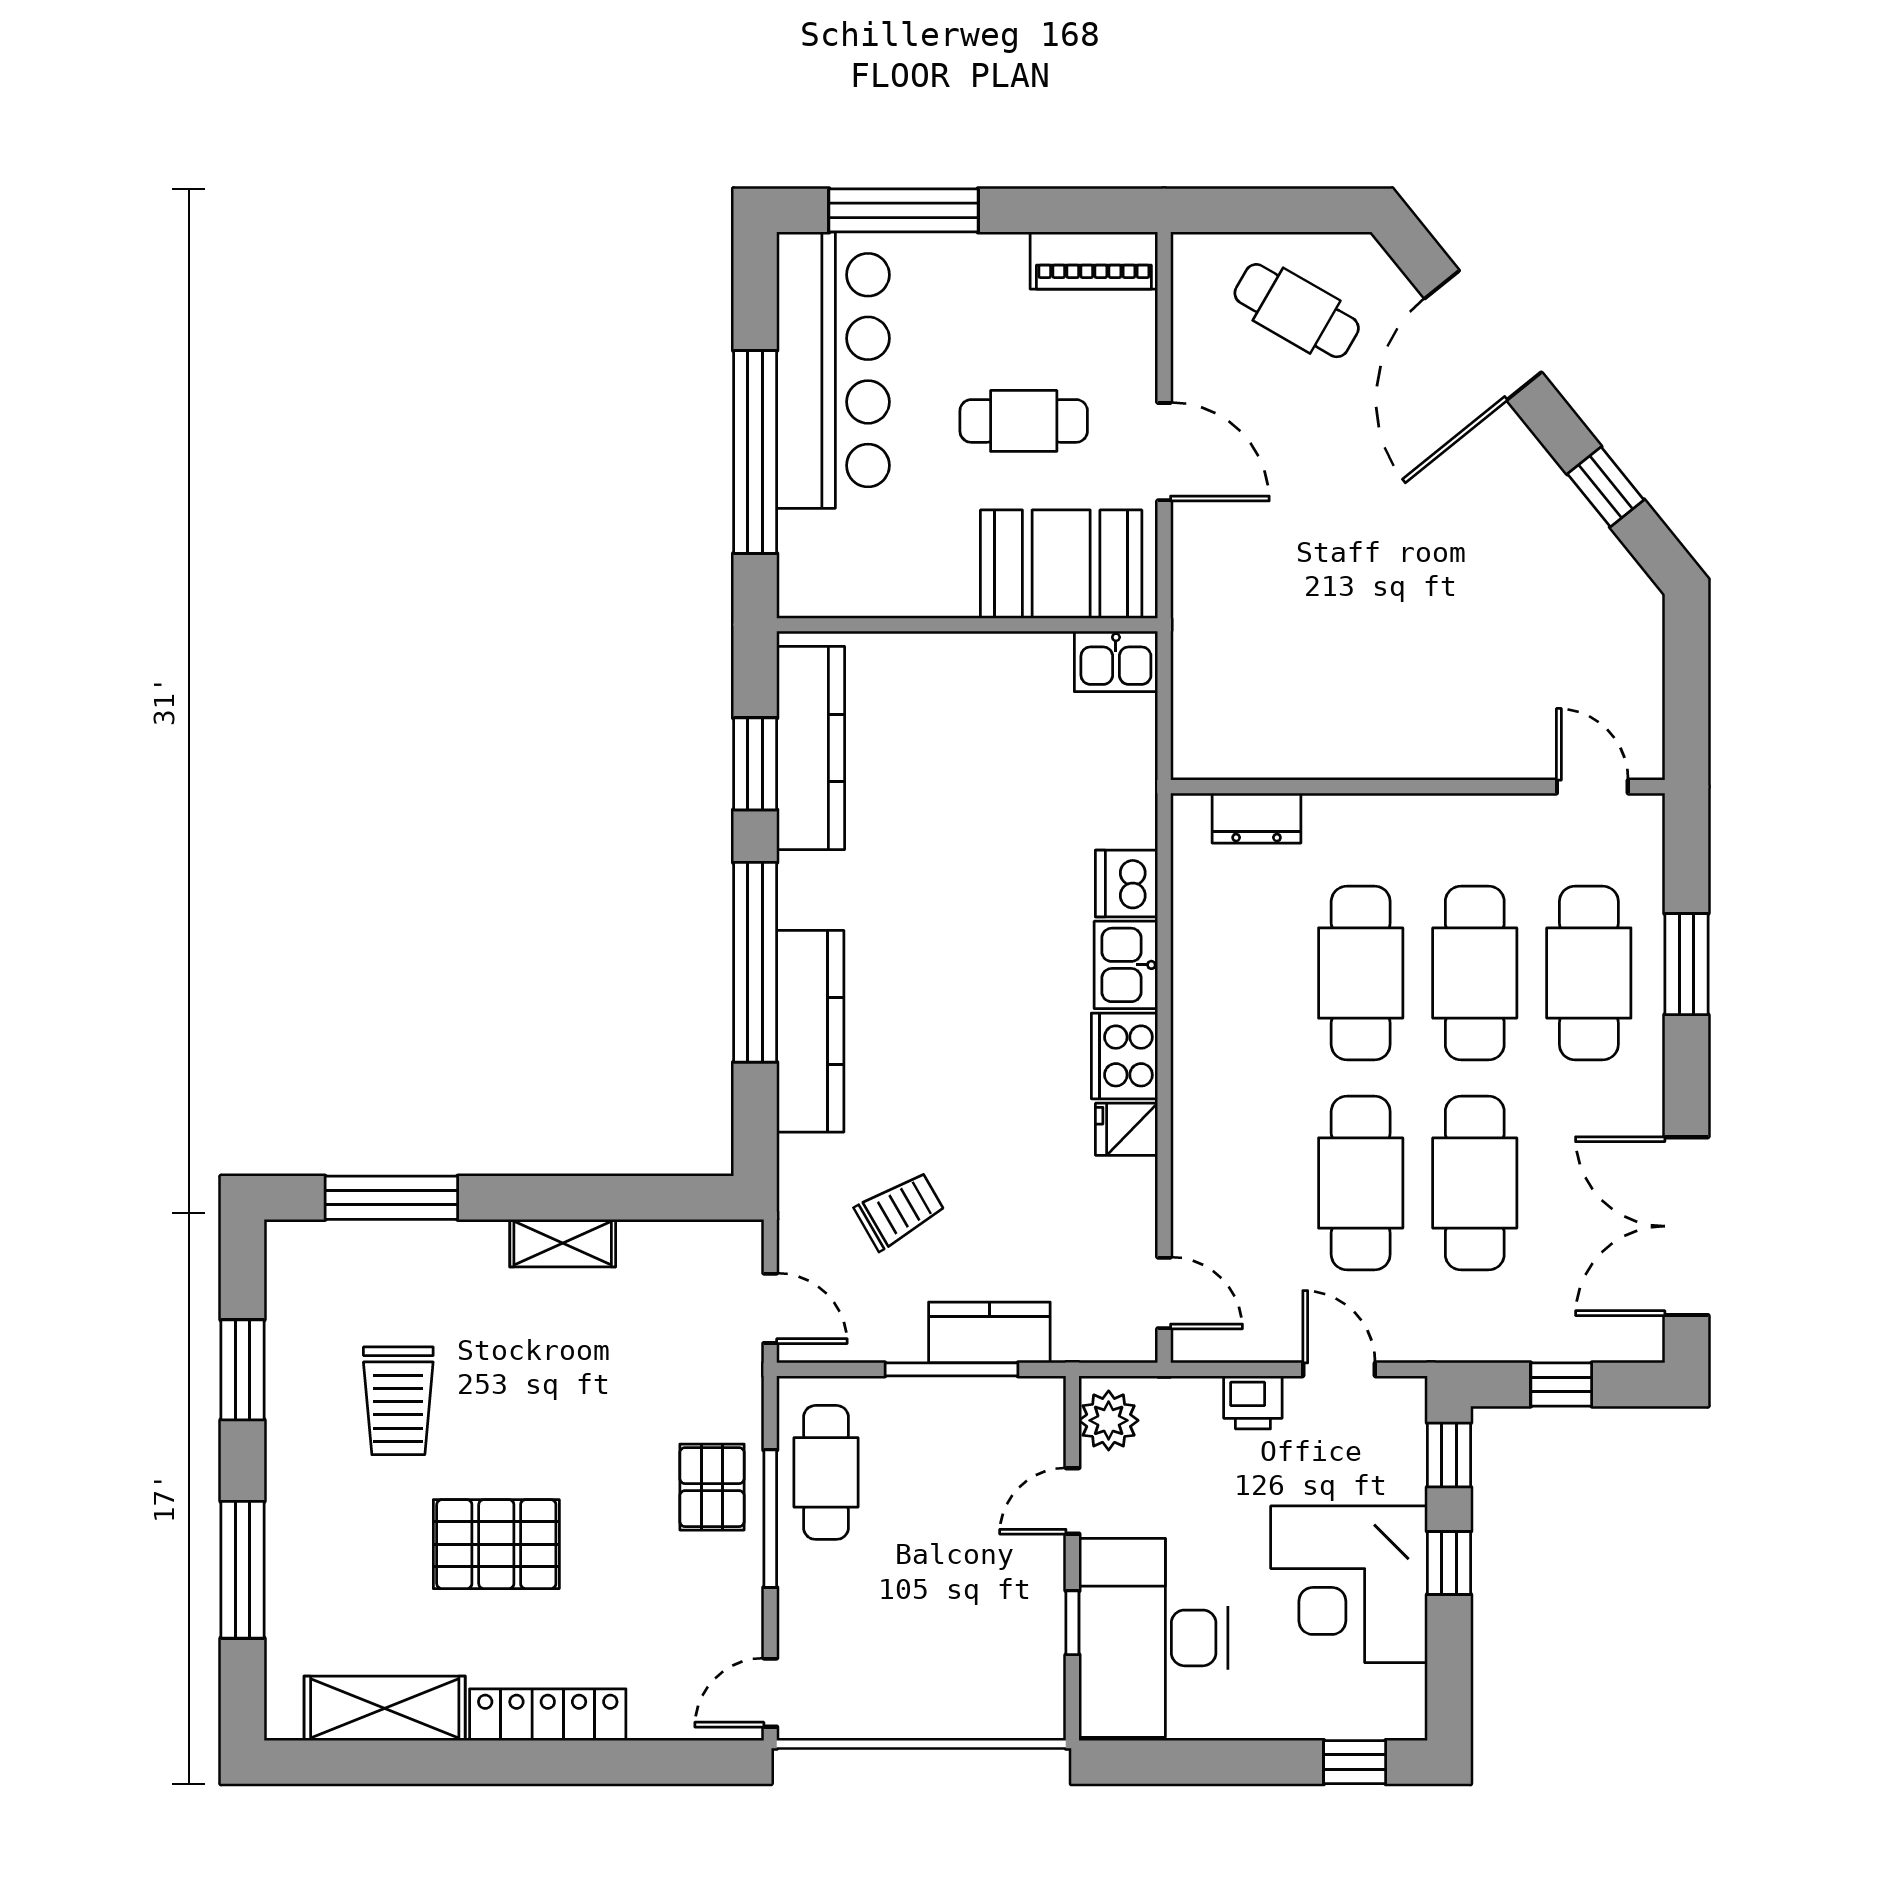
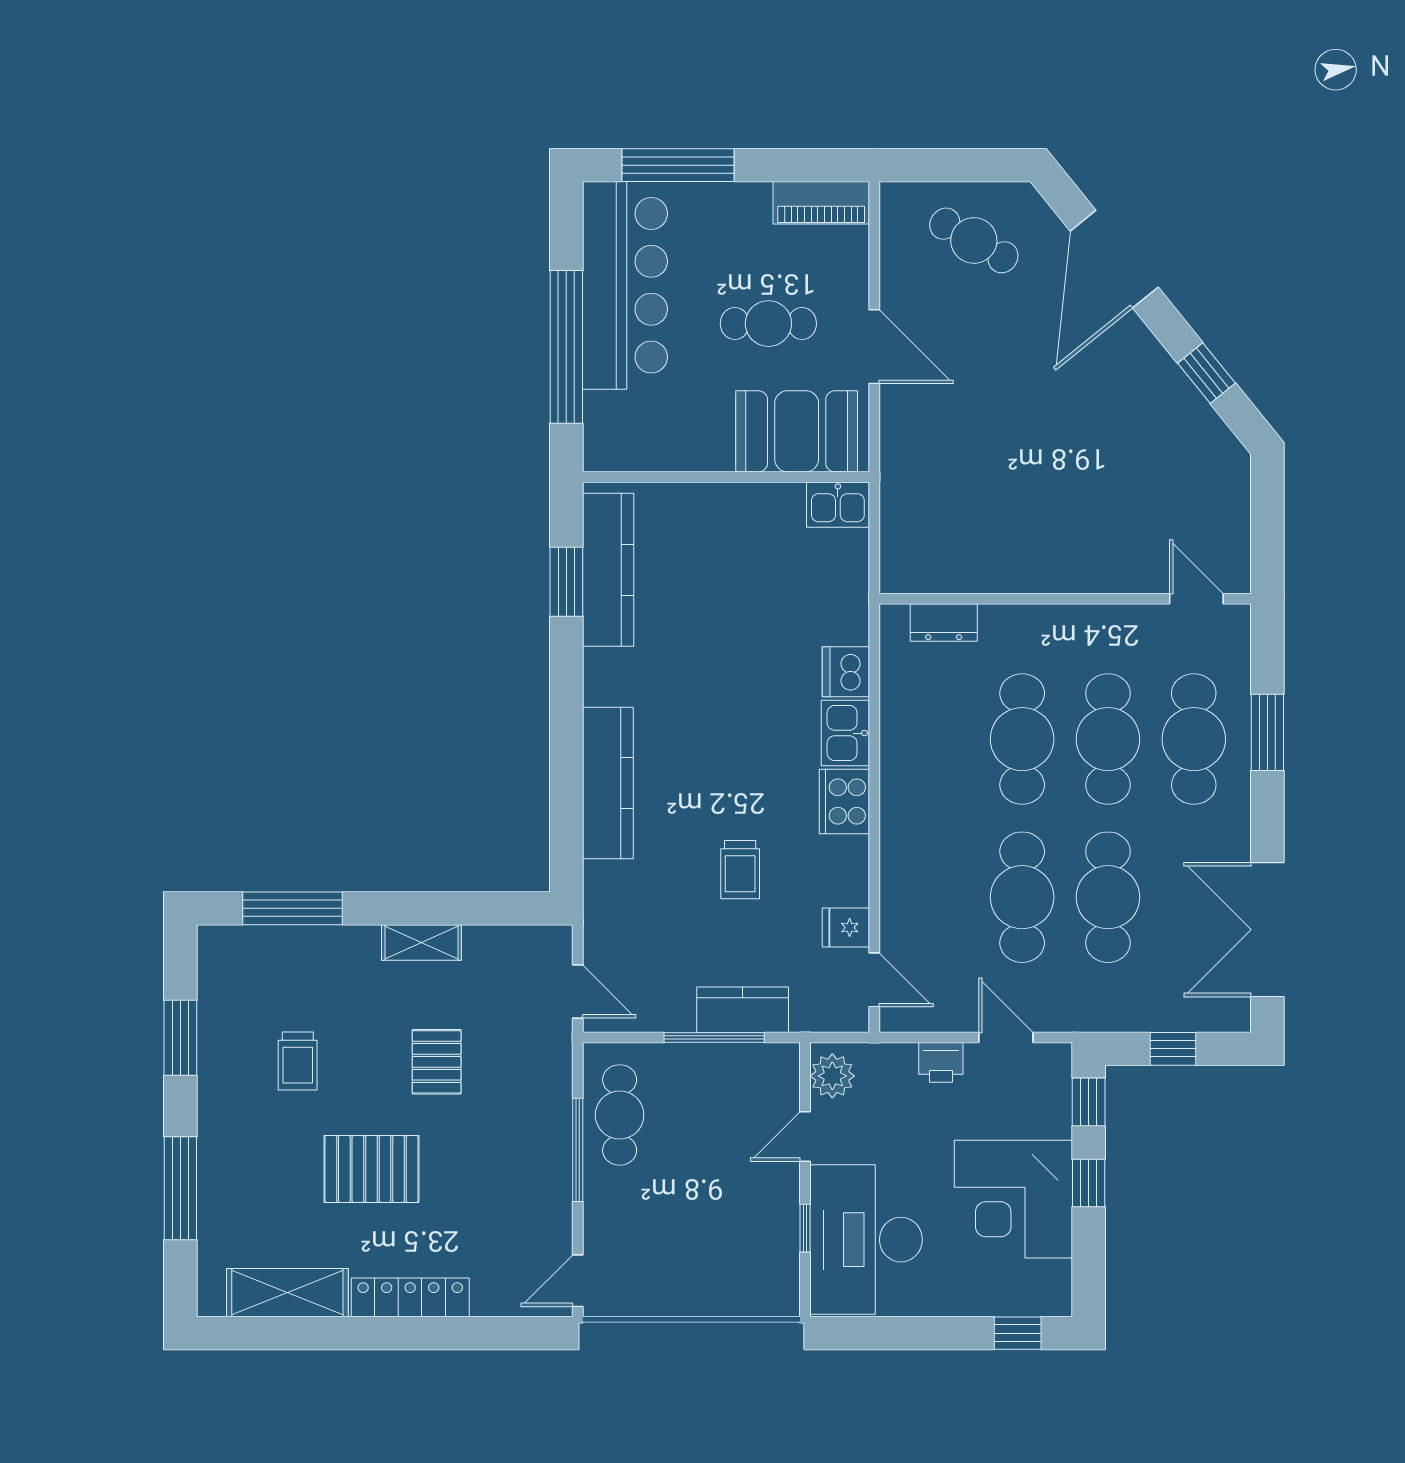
window: (755, 962) -> (566, 731), removed
fridge: (1127, 1129) -> (846, 928), moved
trolley: (900, 1211) -> (740, 870), moved, turned 120
trolley: (398, 1401) -> (298, 1061), width x0.73, depth x0.72
pallet: (712, 1487) -> (437, 1062), moved

